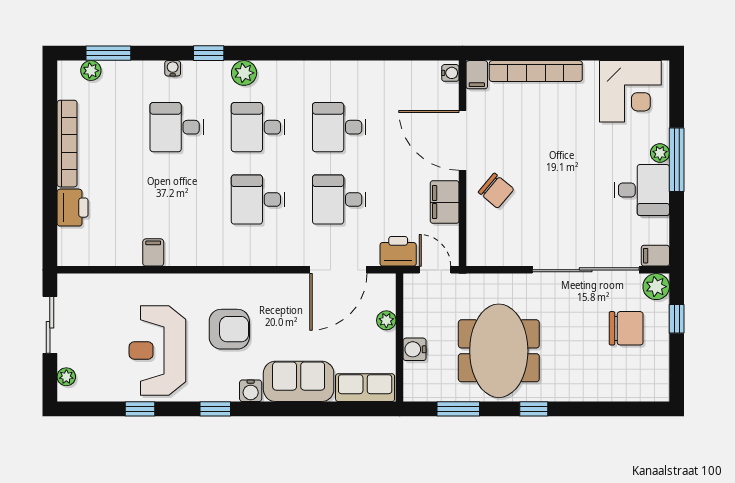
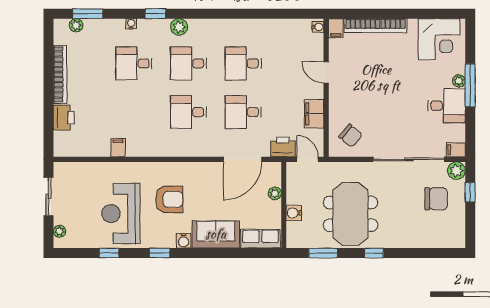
door: (462, 140) -> (326, 72), width x0.53
chair: (496, 191) -> (351, 136), moved

